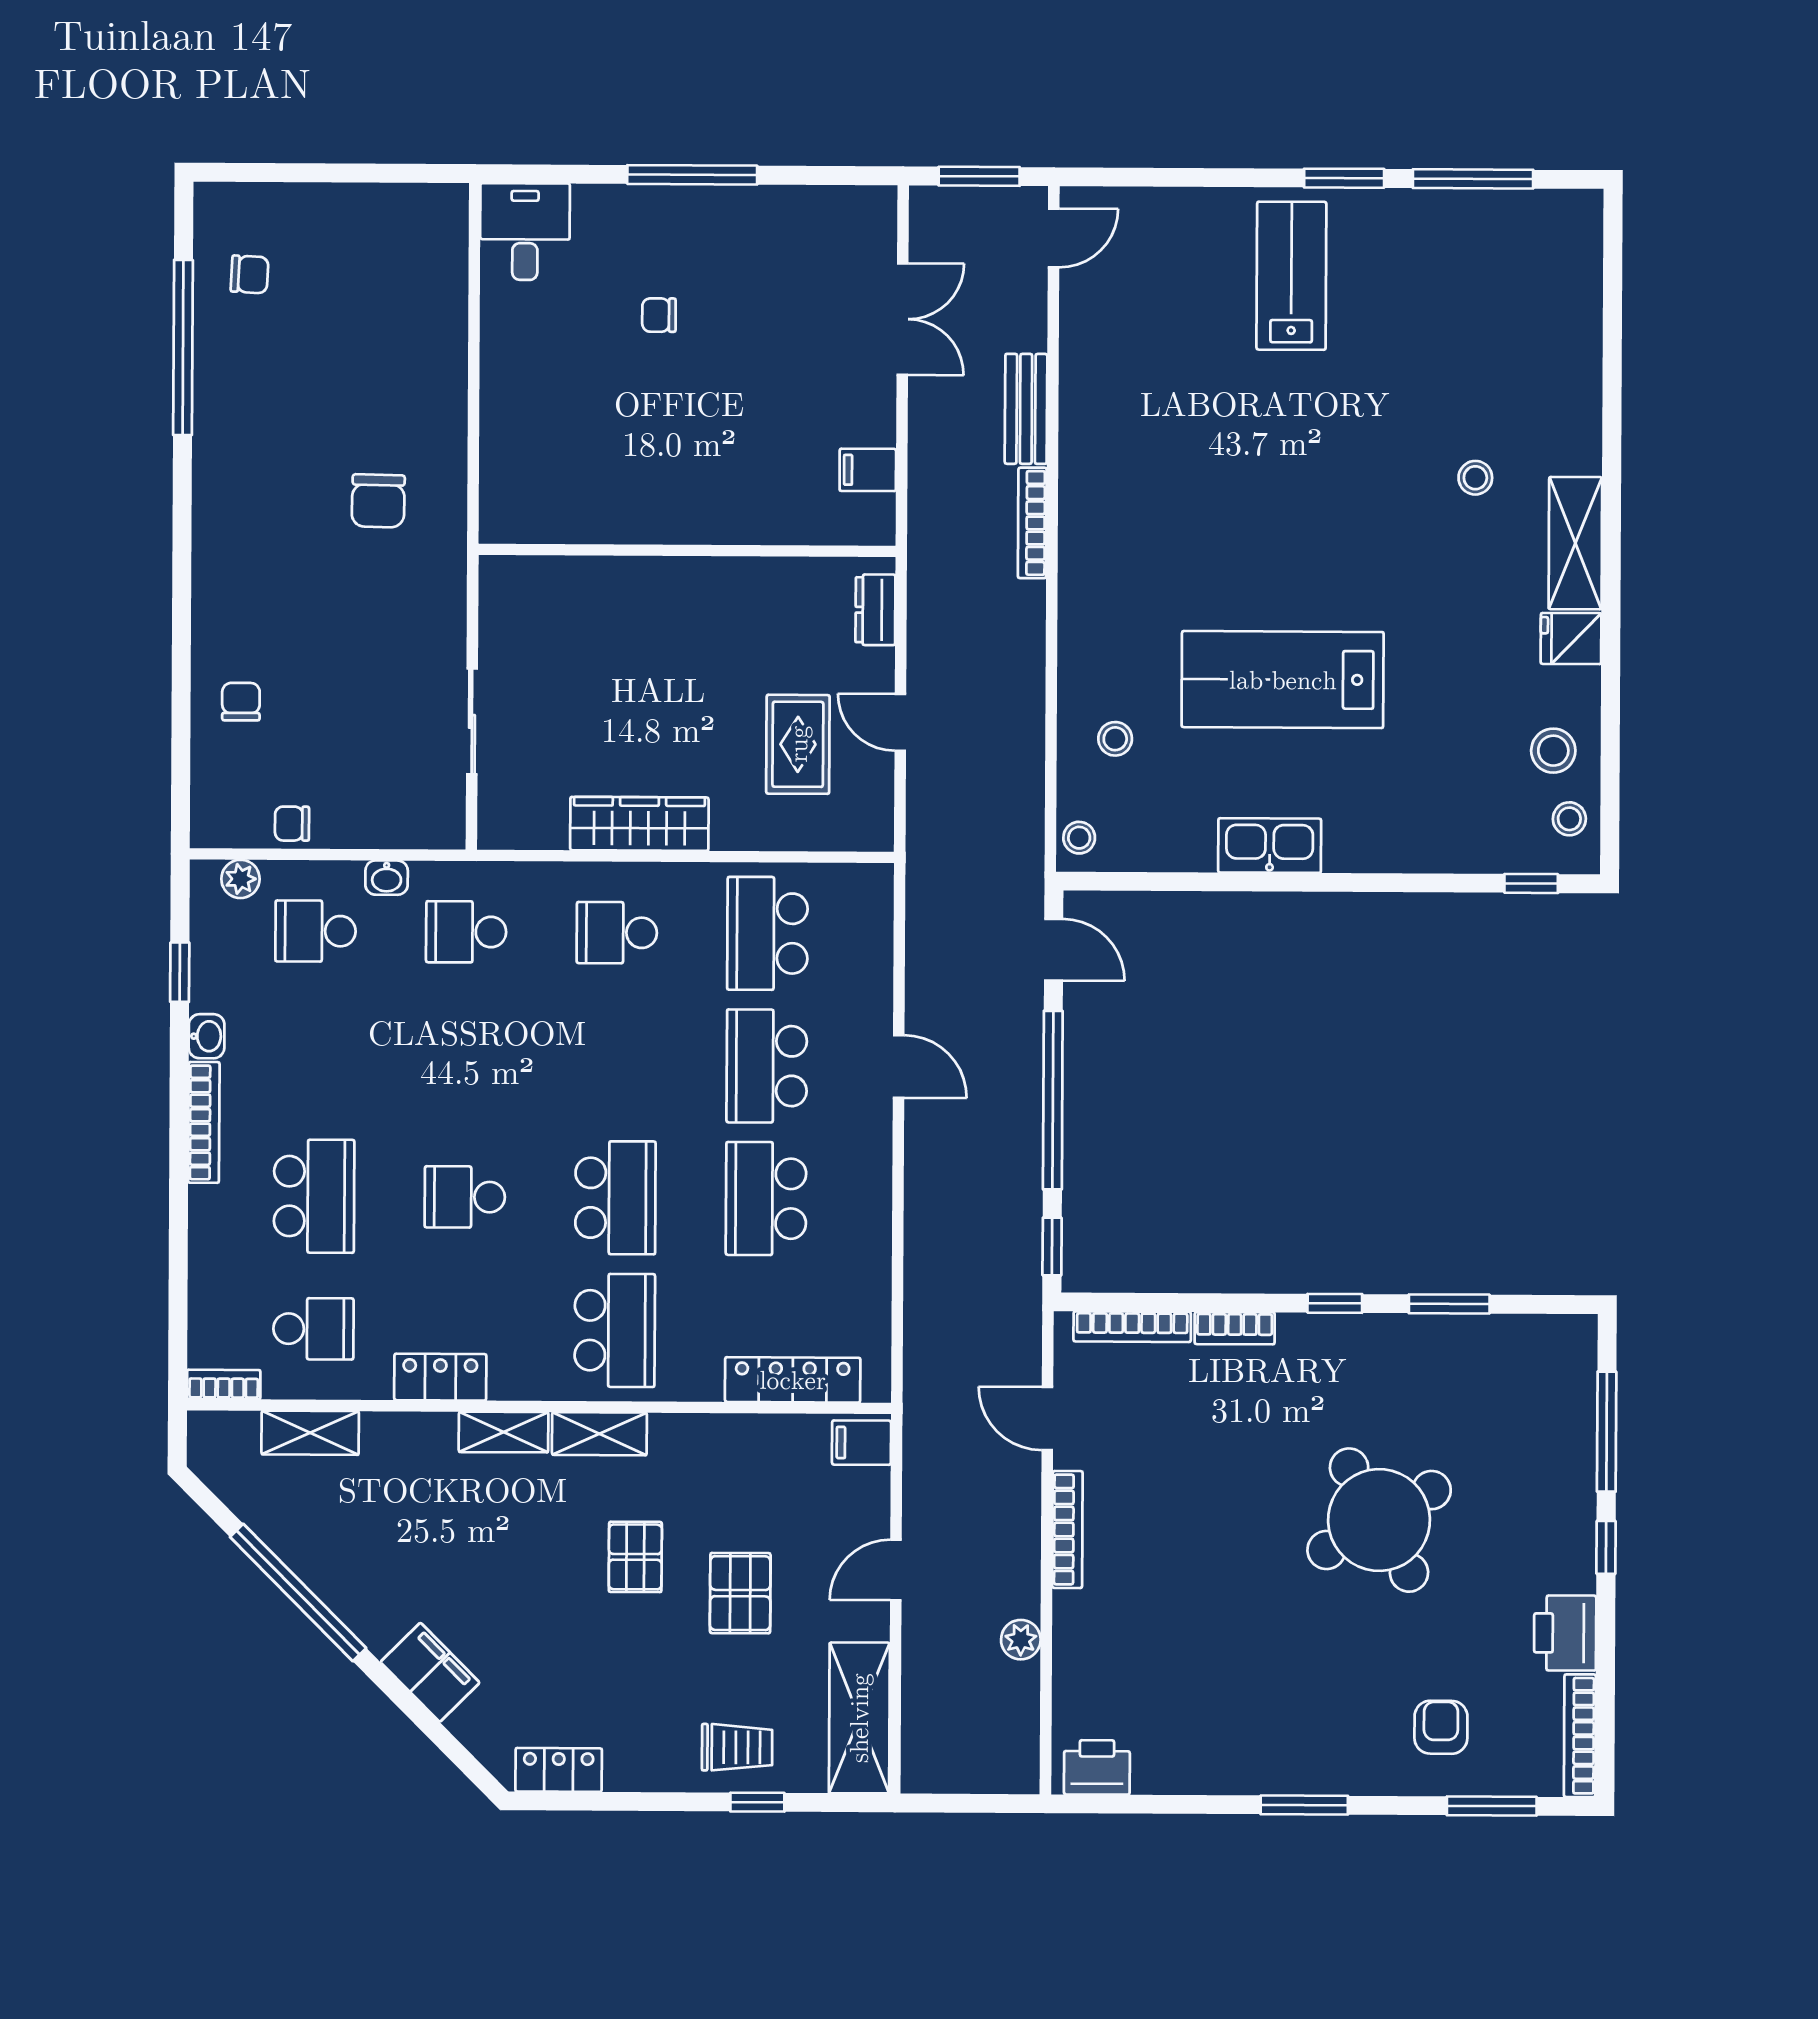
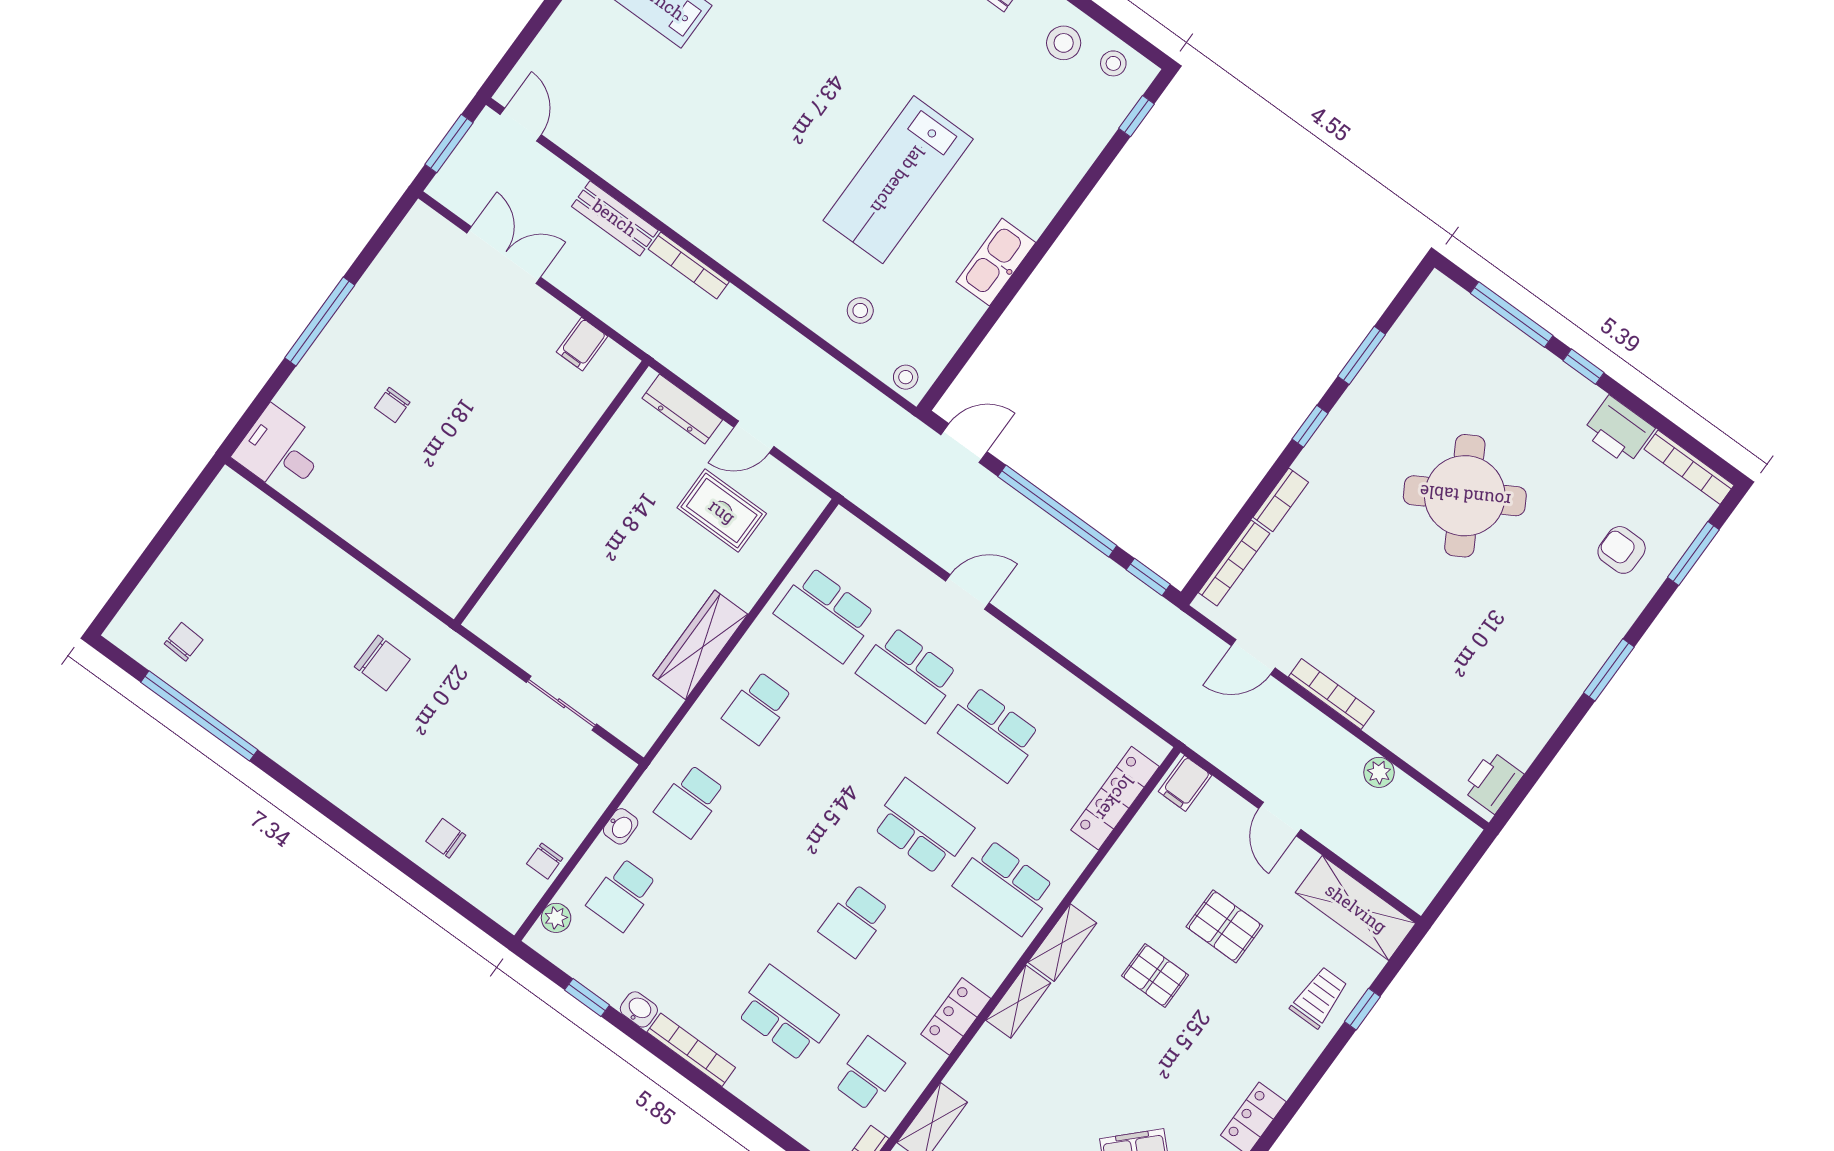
dresser: (875, 610) -> (682, 409), width x1.44
school desk: (615, 1330) -> (1005, 887), turned 180

